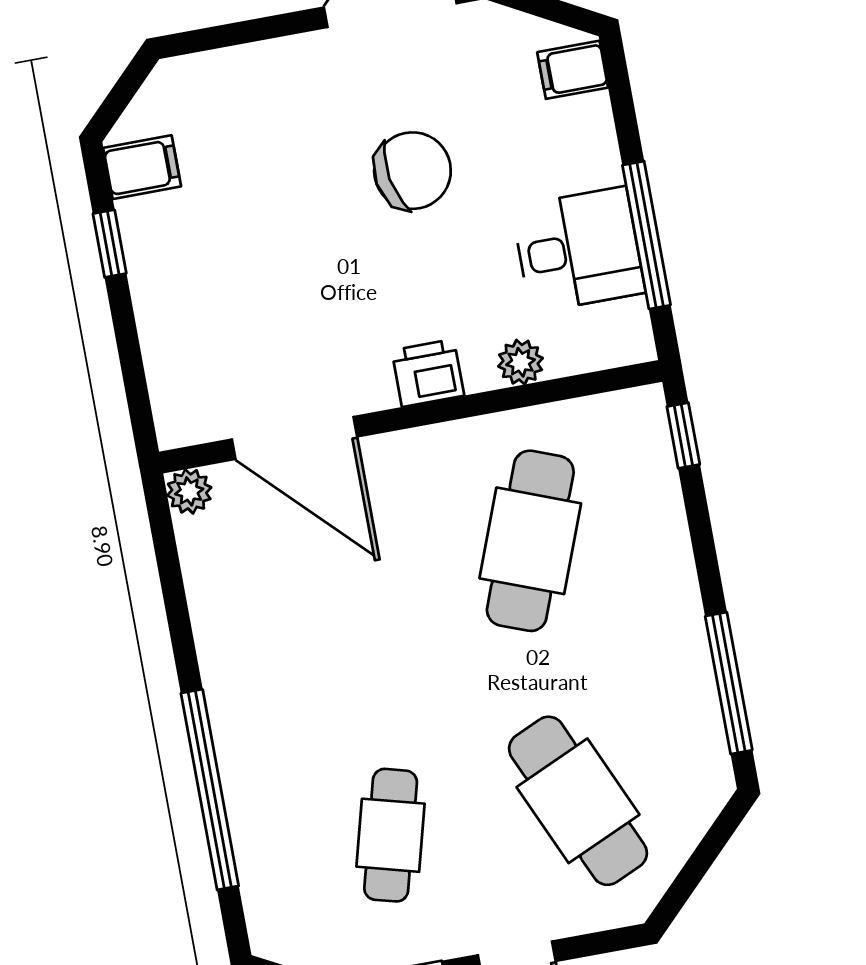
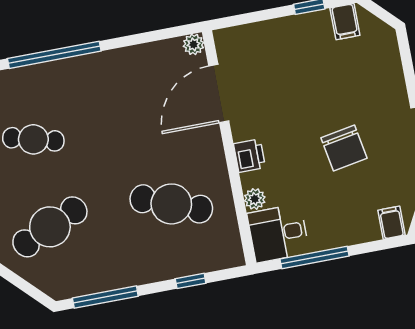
desk: (578, 250) -> (278, 233), moved, turned 90
window: (683, 435) -> (191, 281), moved

